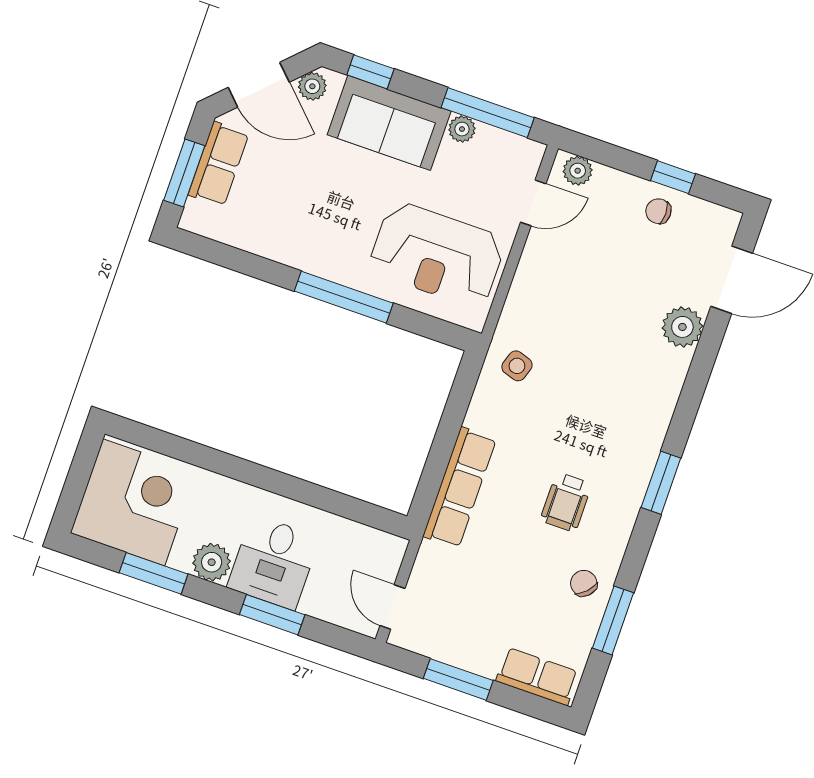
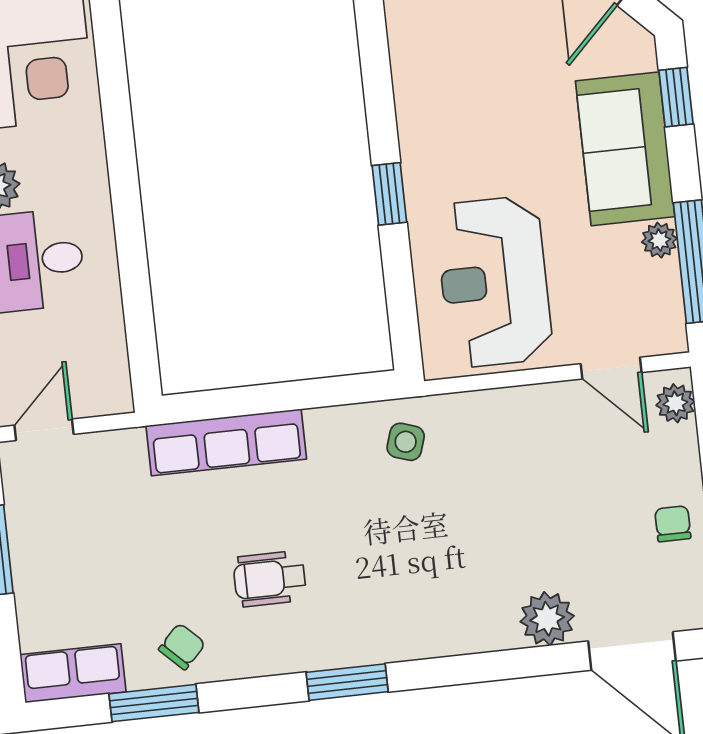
plant: (312, 86) -> (625, 36), removed
window: (344, 297) -> (389, 194), width x0.46
row of seats: (537, 677) -> (73, 673), moved, turned -90

